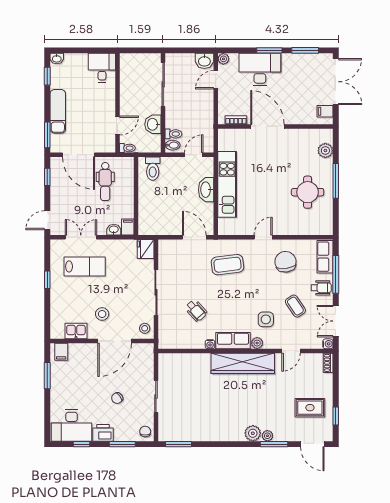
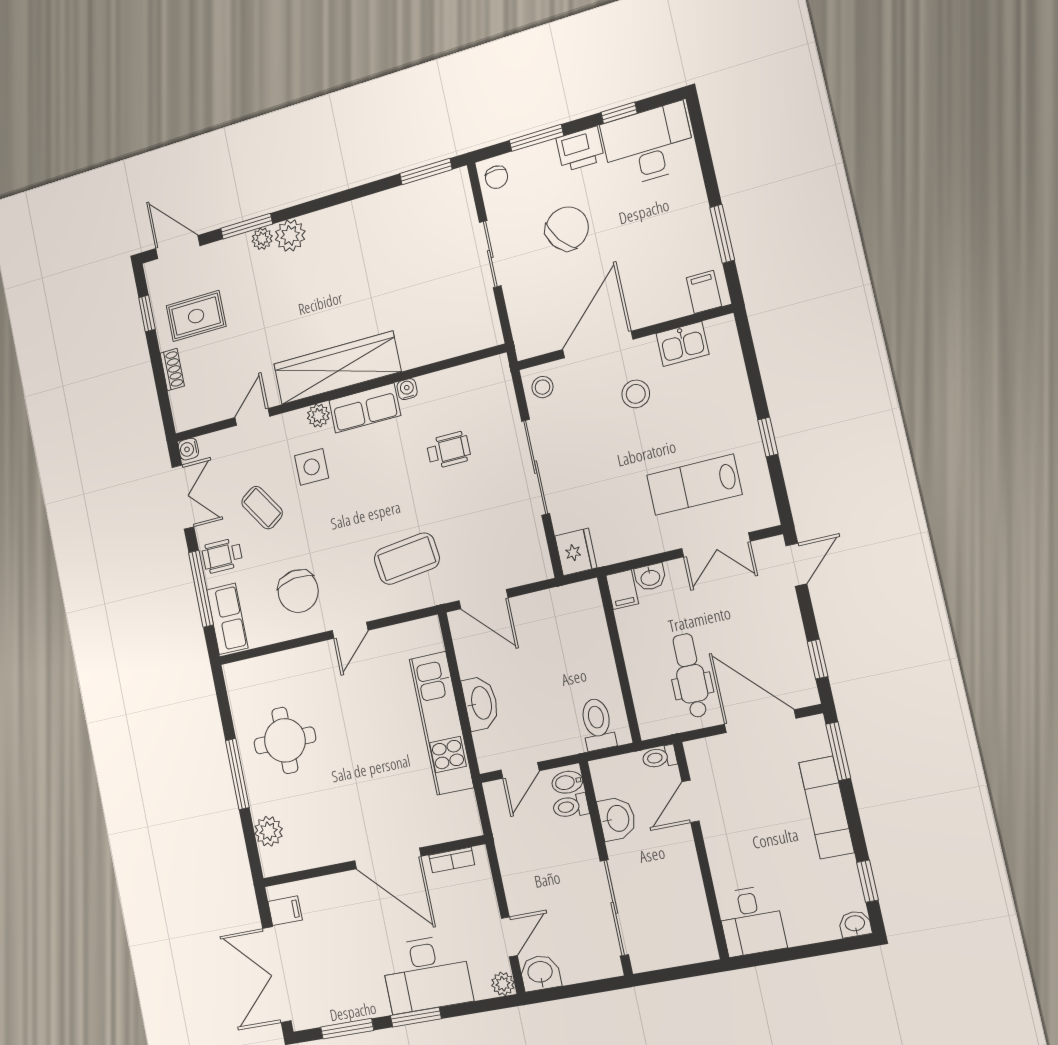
wheelchair: (196, 311) -> (448, 450), turned 132
shoe rack: (328, 363) -> (172, 370), moved
chair: (117, 398) -> (567, 228), width x1.87, depth x1.87

